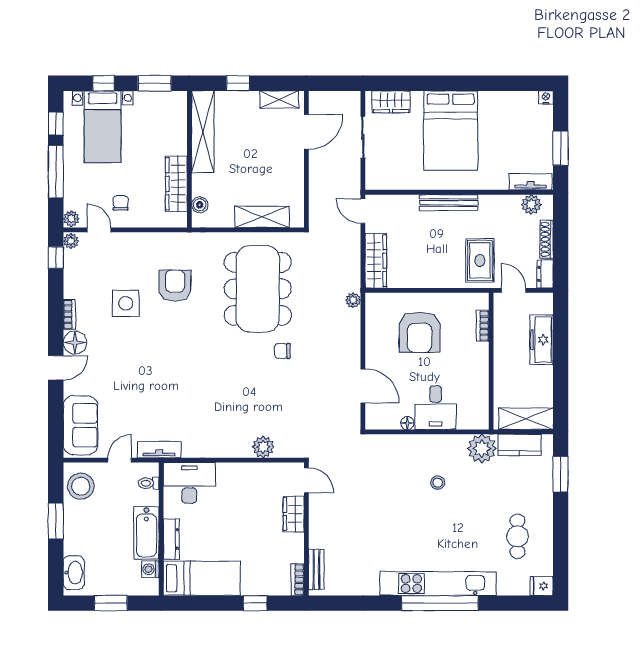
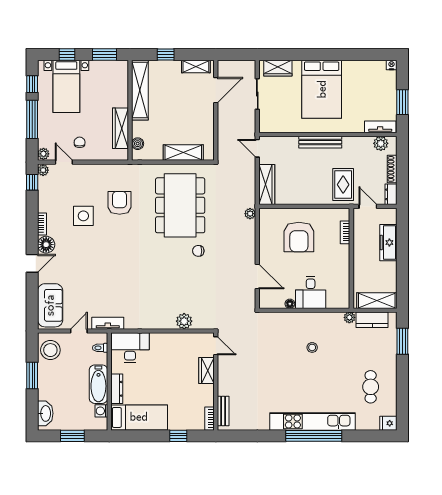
plant: (482, 449) -> (349, 317), width x0.53, depth x0.53

